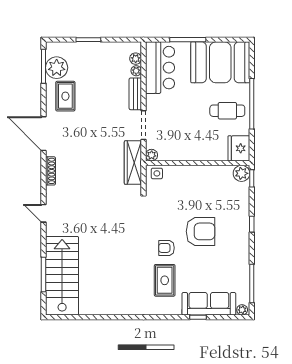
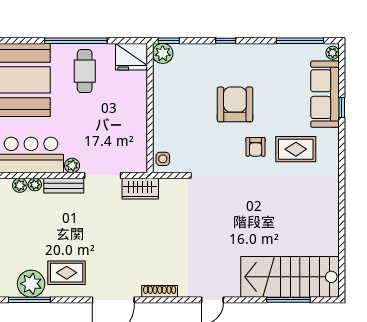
plant: (152, 155) -> (72, 166), moved
wardrobe: (133, 163) -> (140, 189), width x0.67

